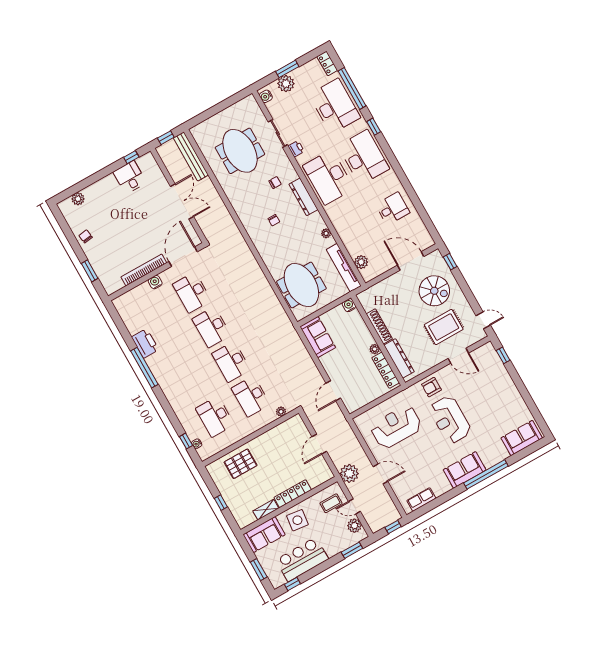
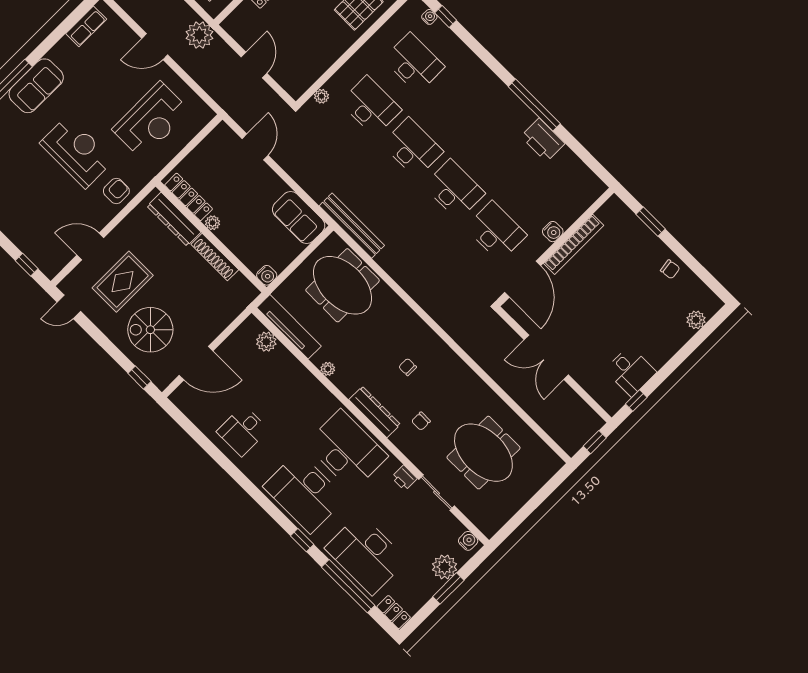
bench: (191, 156) -> (352, 226), moved

